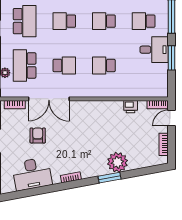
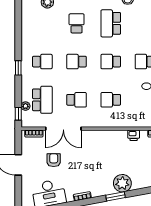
school desk: (25, 21) -> (42, 62), width x0.54
school desk: (25, 65) -> (42, 100), turned 180

